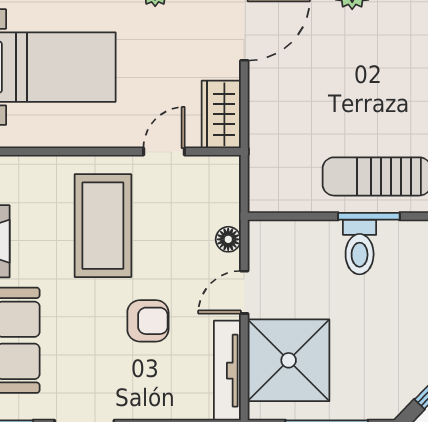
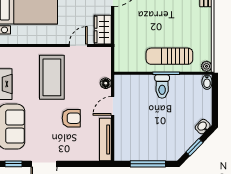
shower: (289, 360) -> (132, 135), removed

